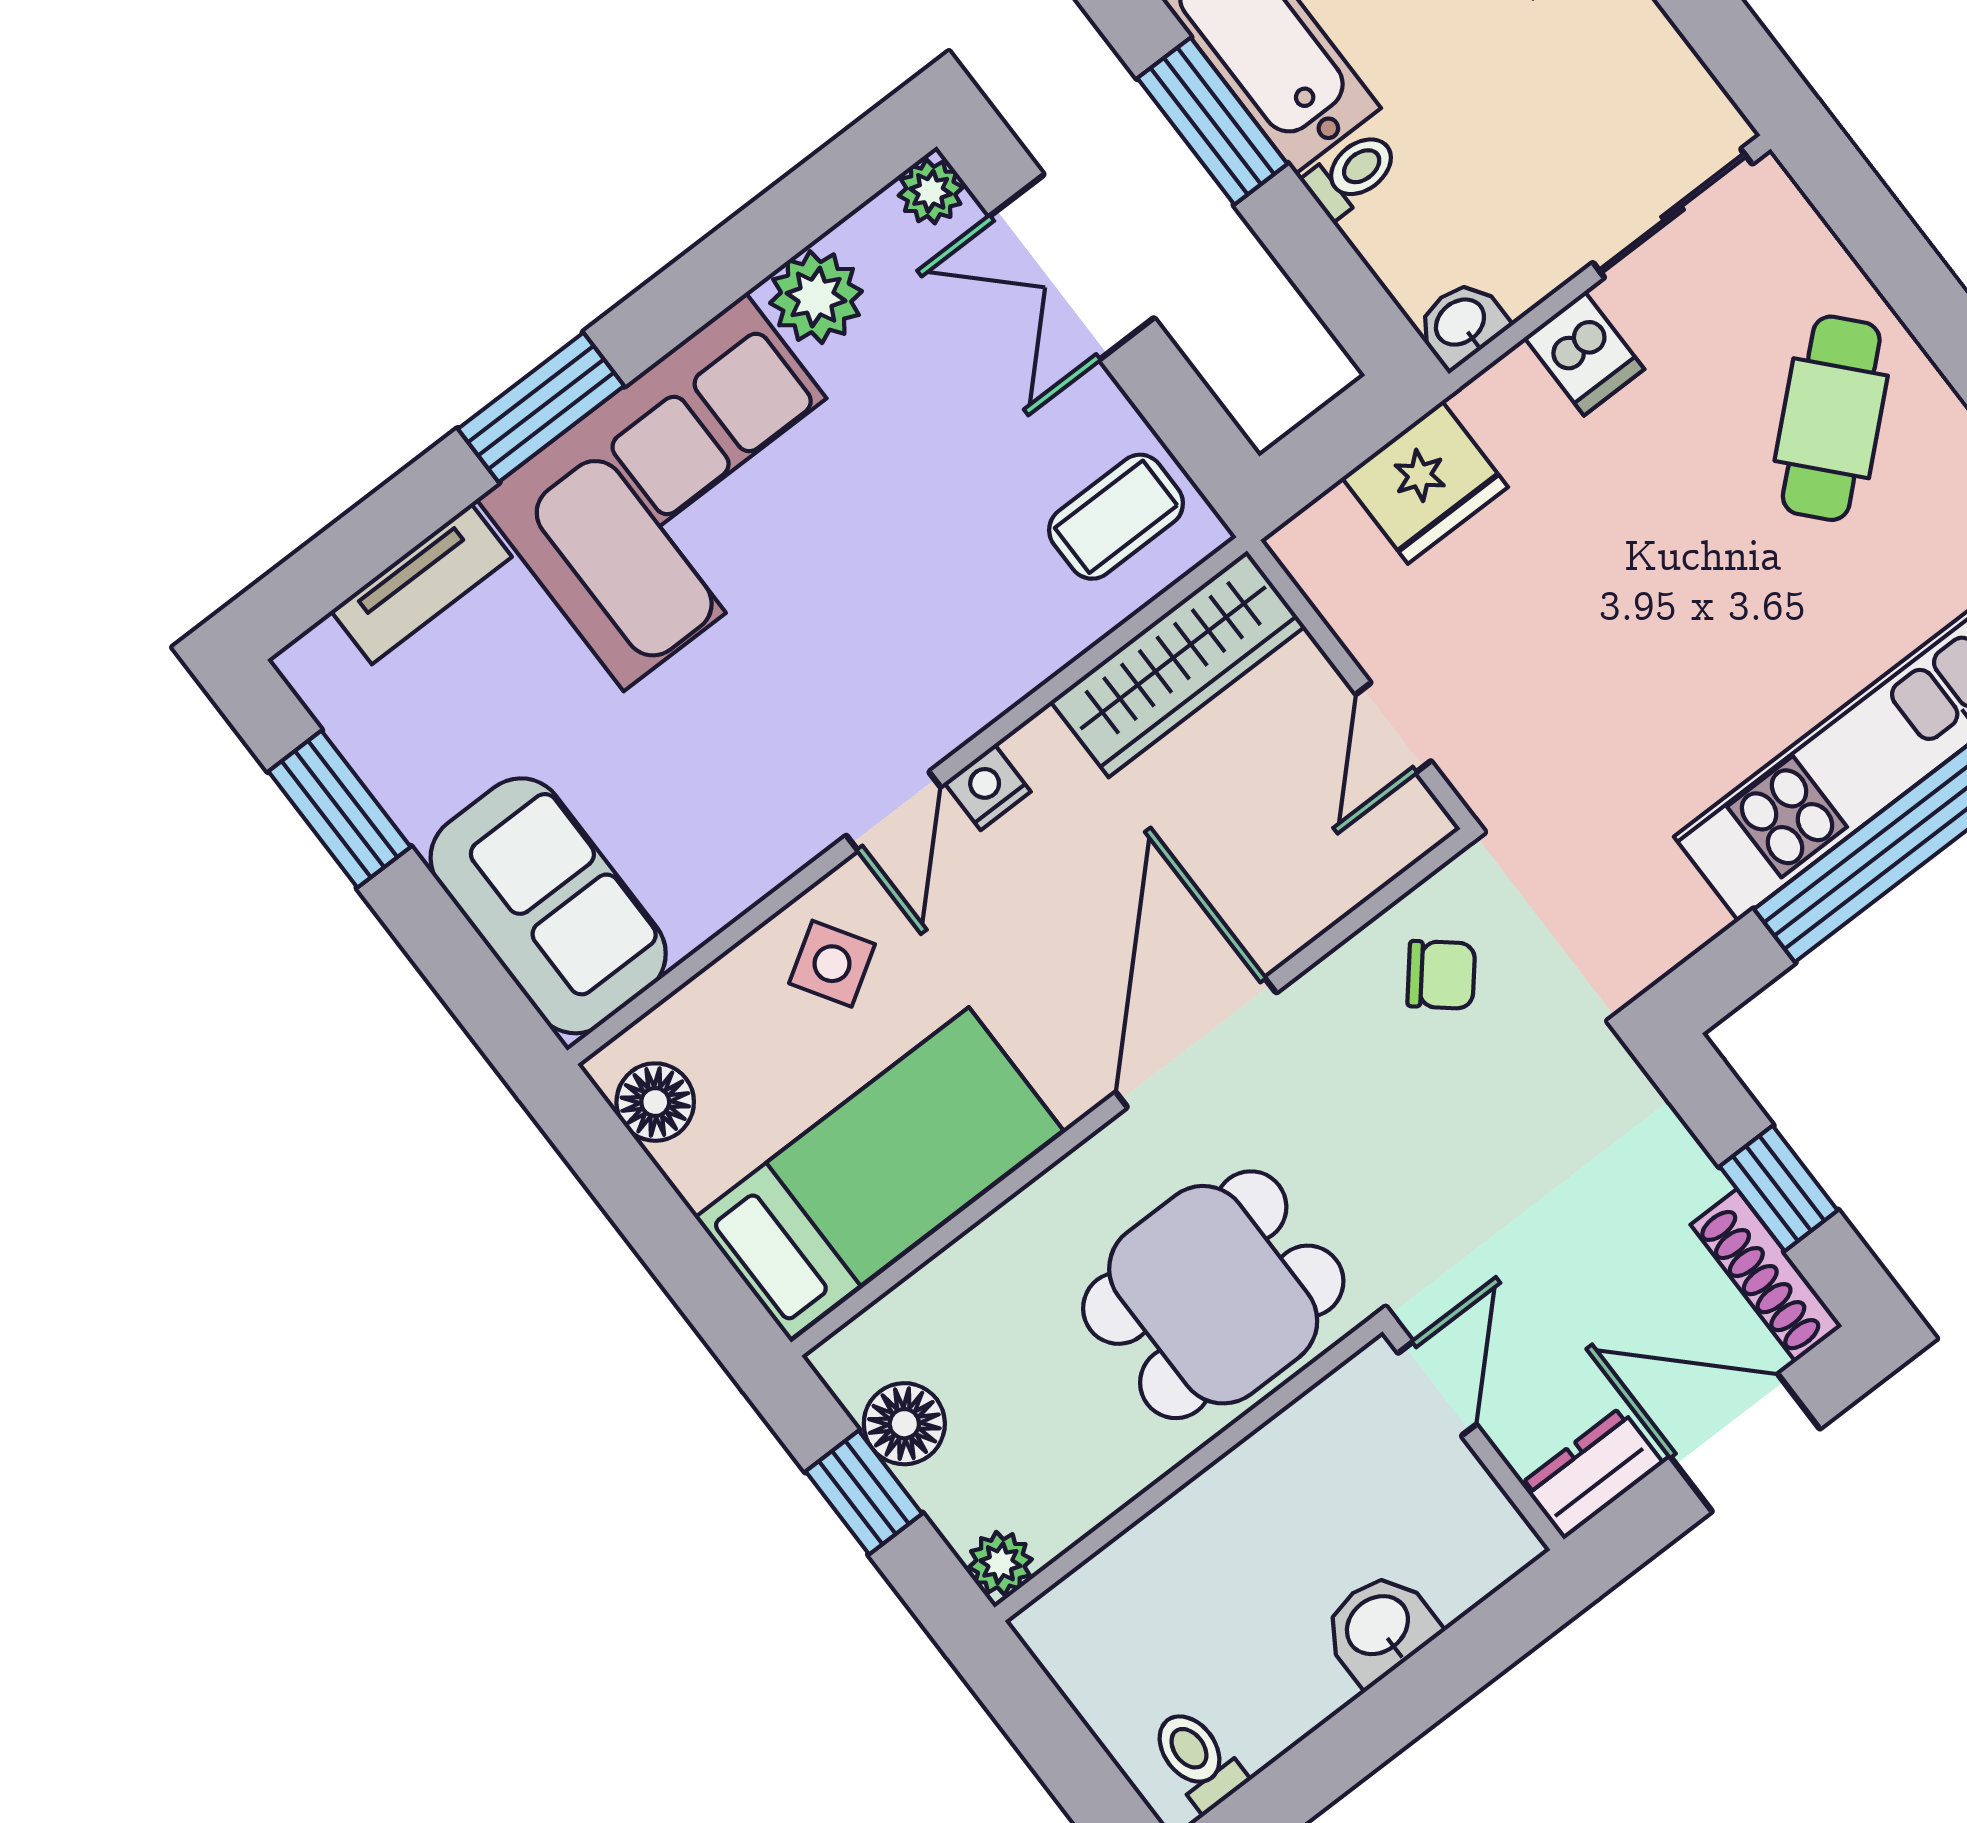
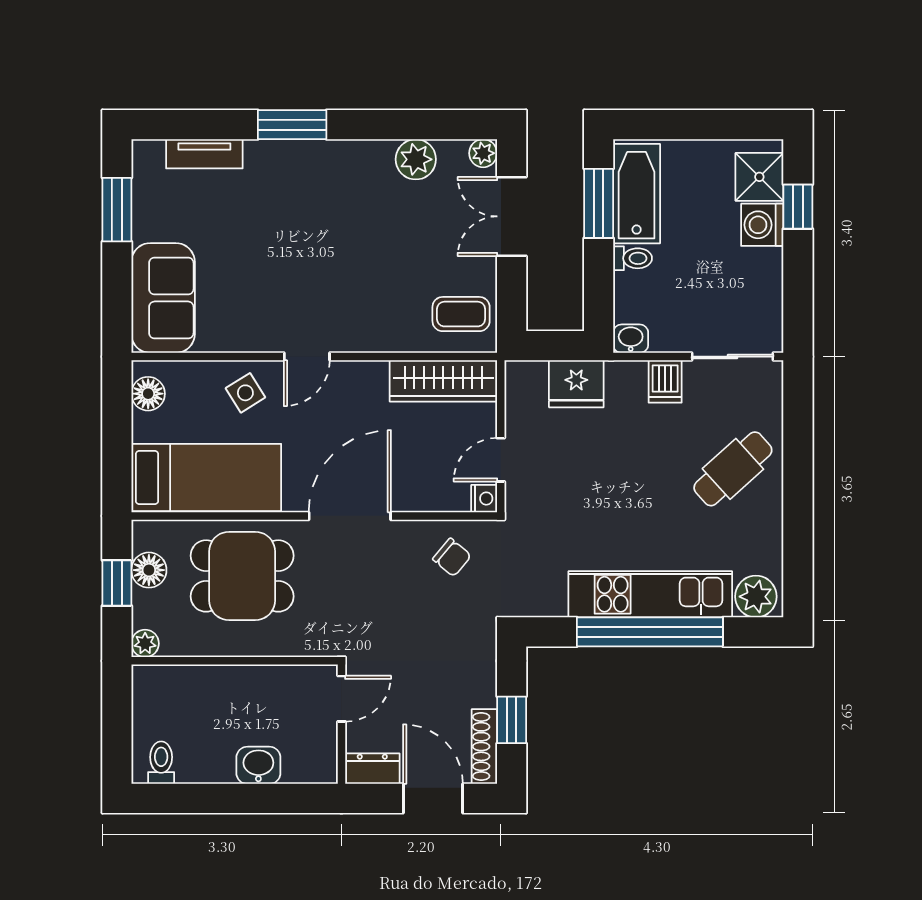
corner sofa: (685, 492) -> (319, 192), removed
nightstand: (988, 787) -> (484, 499), moved, turned 90
dining table: (1213, 1295) -> (242, 576), moved

